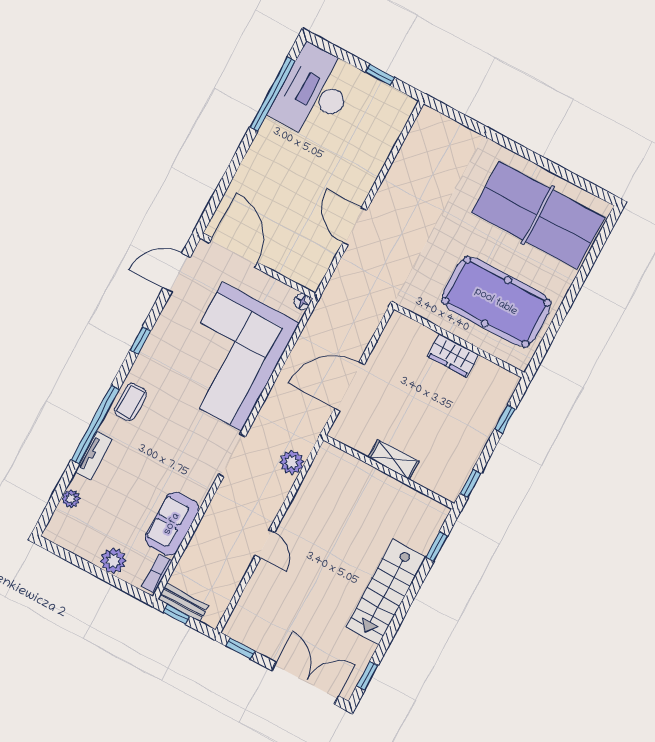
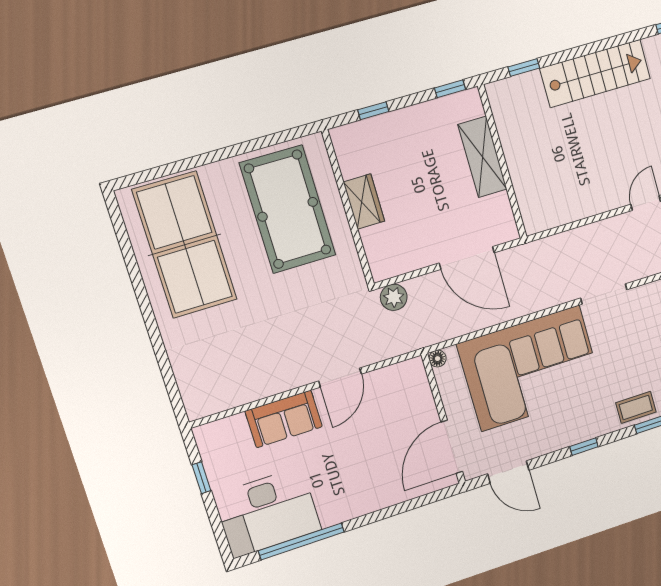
sofa: (365, 164) -> (284, 419), added
shelving: (393, 459) -> (482, 157), width x1.50, depth x1.33
plant: (292, 462) -> (394, 297), moved

